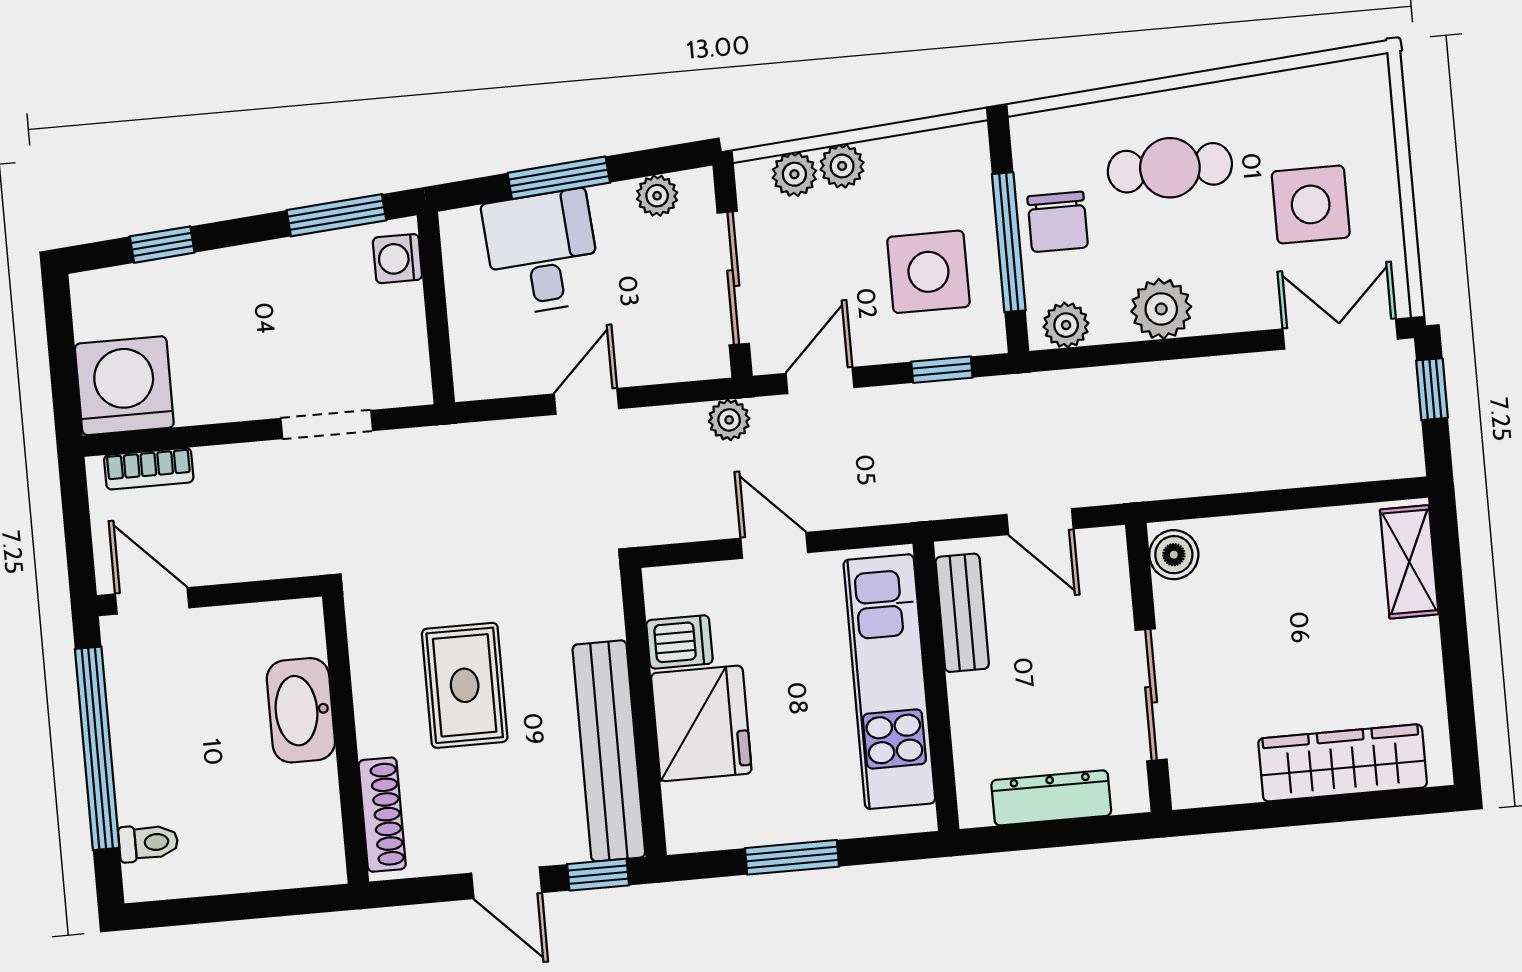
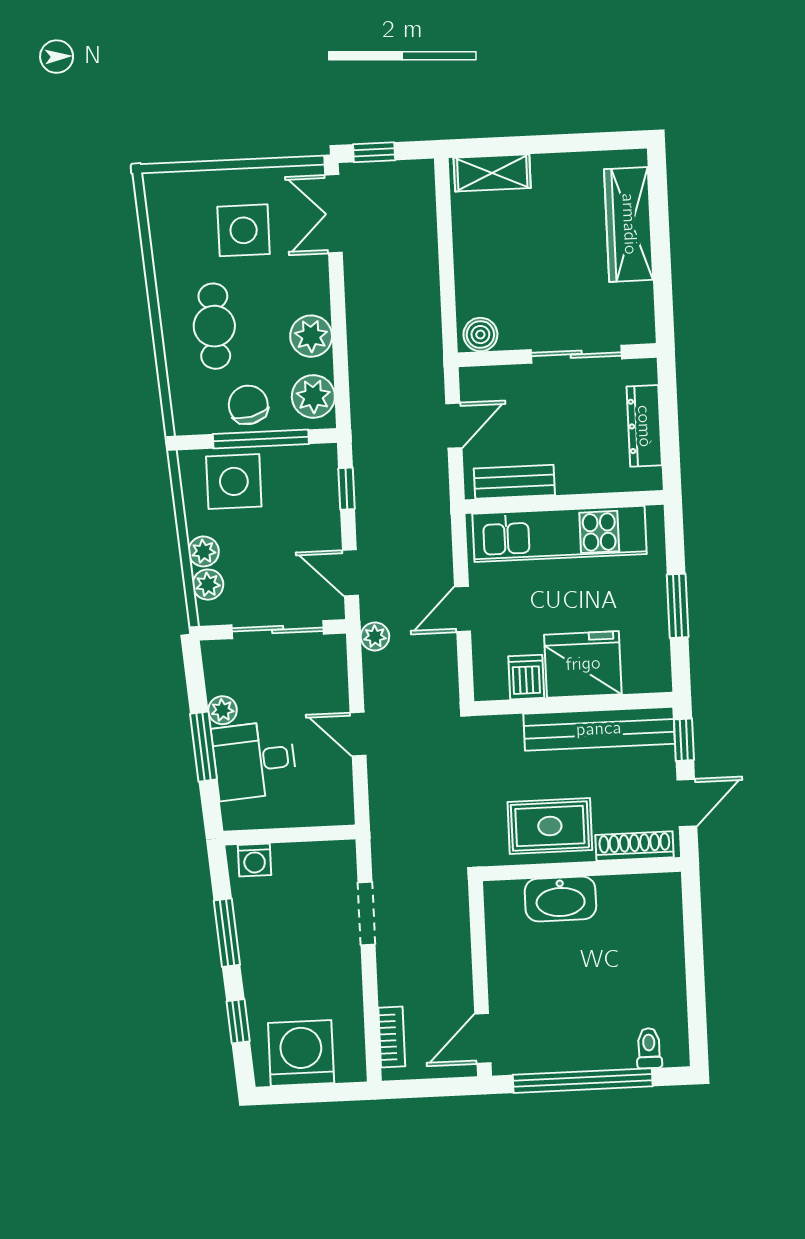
plant: (657, 196) -> (223, 710), moved
window: (336, 215) -> (227, 933), moved
chair: (1058, 222) -> (248, 405), turned -103
side table: (928, 272) -> (234, 481), moved
plant: (1066, 325) -> (313, 396), width x1.38, depth x1.38
washing machine: (124, 386) -> (301, 1053), moved, turned 90
washbasin: (301, 710) -> (560, 899), moved
wall: (346, 739) -> (581, 869), moved
shoe rack: (382, 815) -> (635, 846), moved

